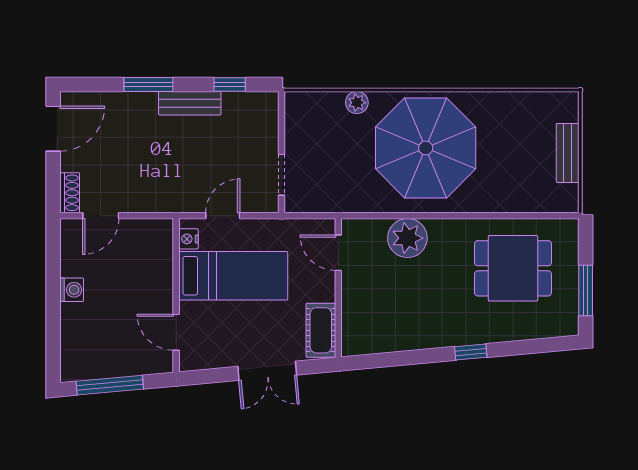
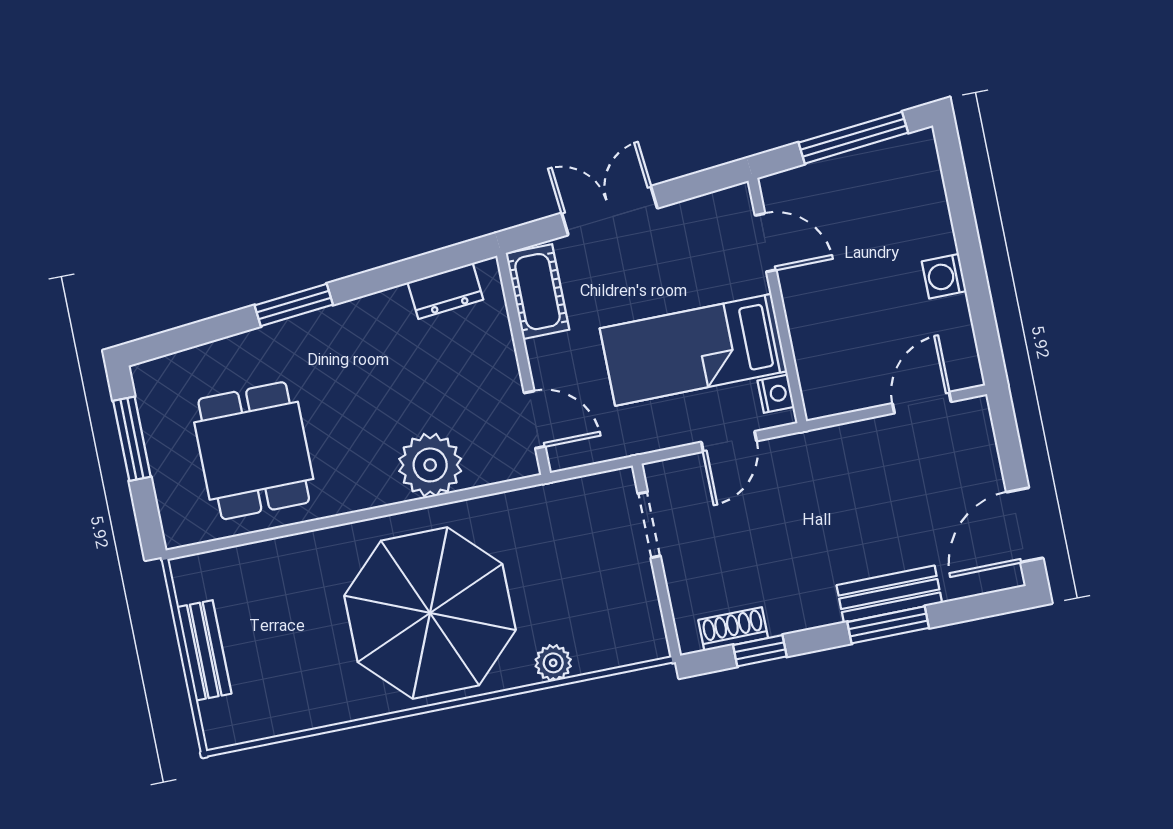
bench: (190, 103) -> (889, 594), moved
shoe rack: (70, 193) -> (733, 629), moved, turned 90
dining table: (513, 268) -> (254, 451), turned 90
dresser: (377, 342) -> (445, 291), added
window: (471, 352) -> (294, 305), width x1.50

